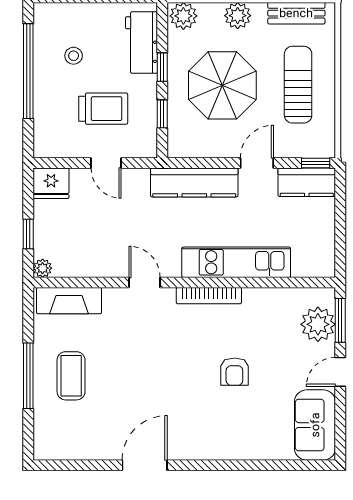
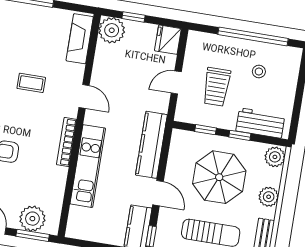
plant: (43, 268) -> (112, 30), width x1.88, depth x1.88
door: (145, 282) -> (84, 96), hinge flipped
coffee table: (71, 376) -> (31, 83), moved, width x0.73, depth x0.77

